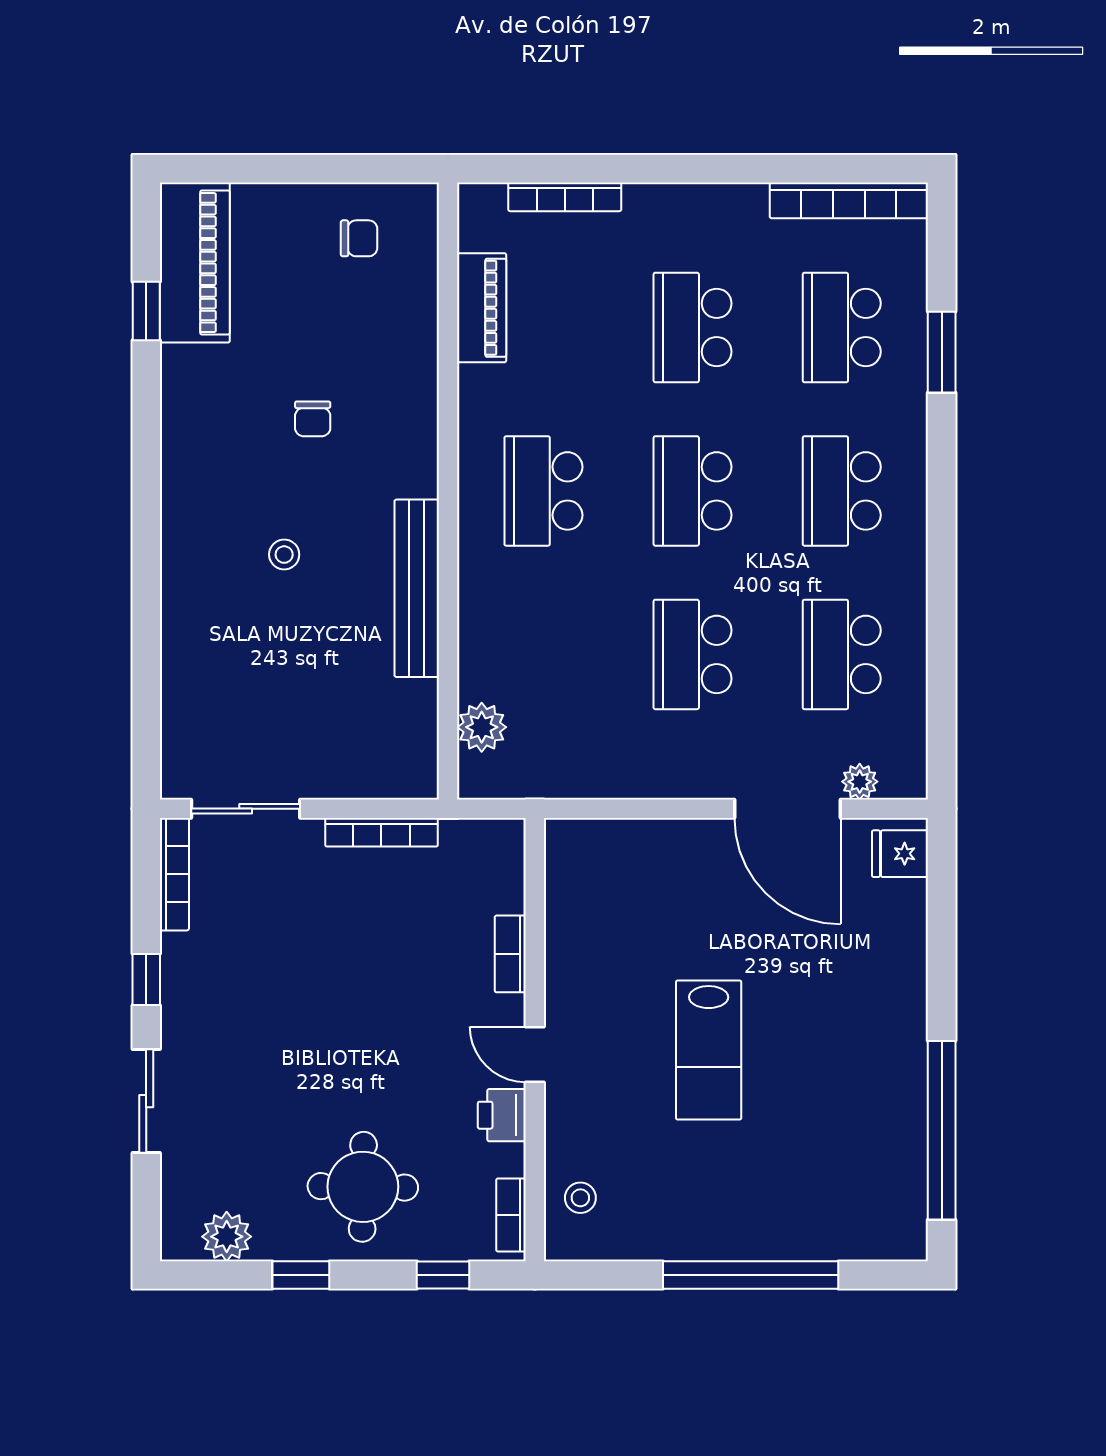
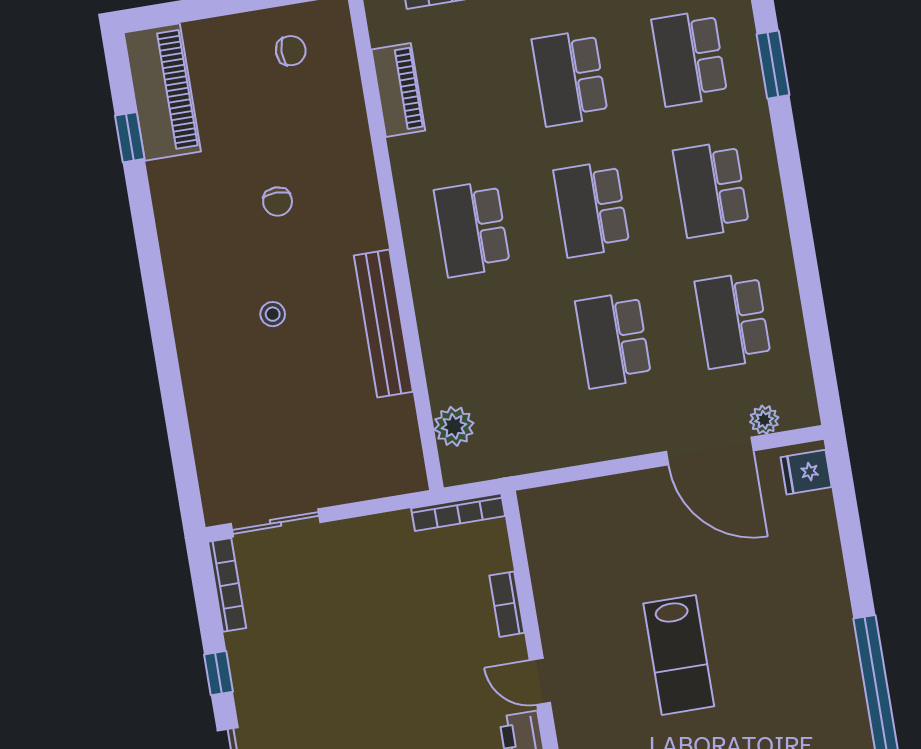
bookcase: (381, 832) -> (458, 512), moved

